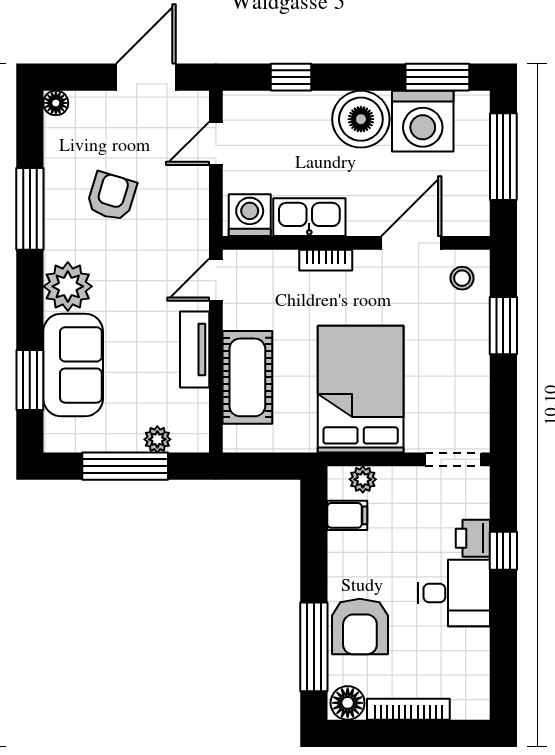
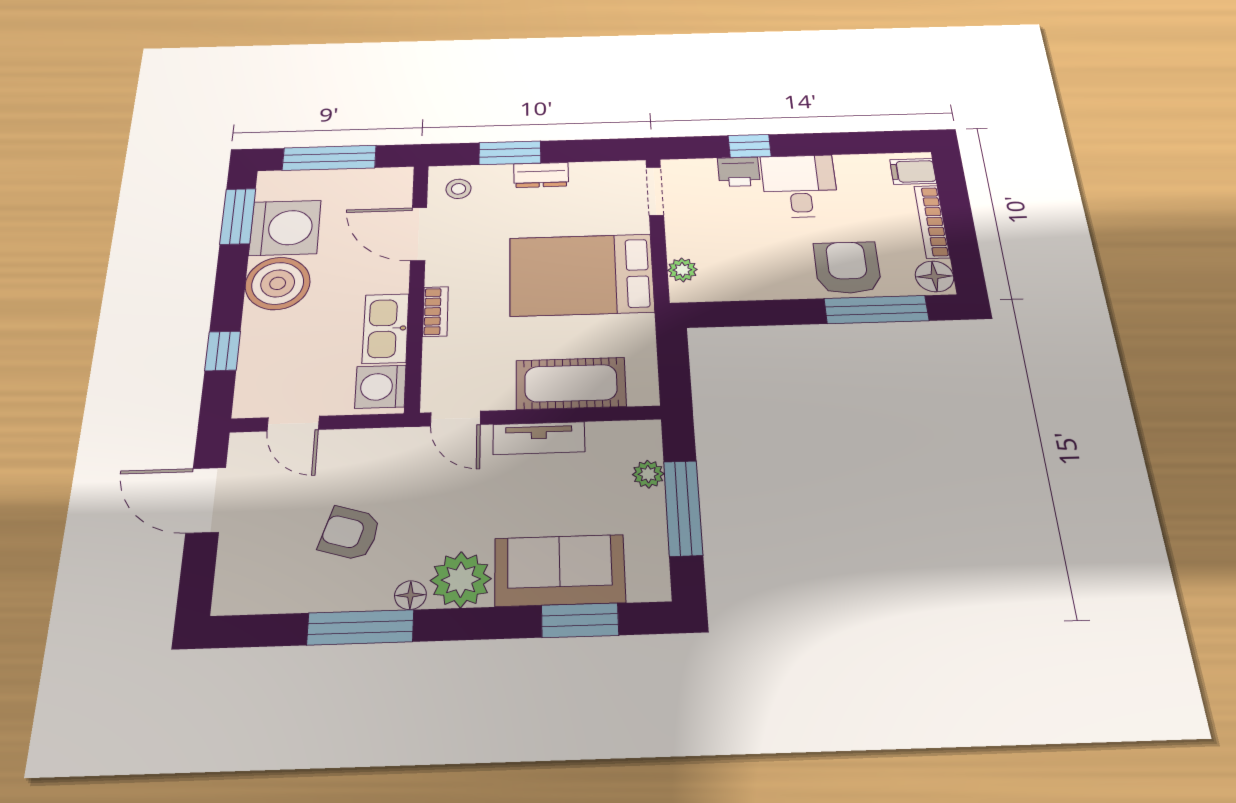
floor lamp: (56, 103) -> (410, 595), moved
dresser: (476, 355) -> (541, 175), added
filing cabinet: (347, 515) -> (913, 171), moved, turned -90
armchair: (360, 627) -> (847, 268), turned -90

